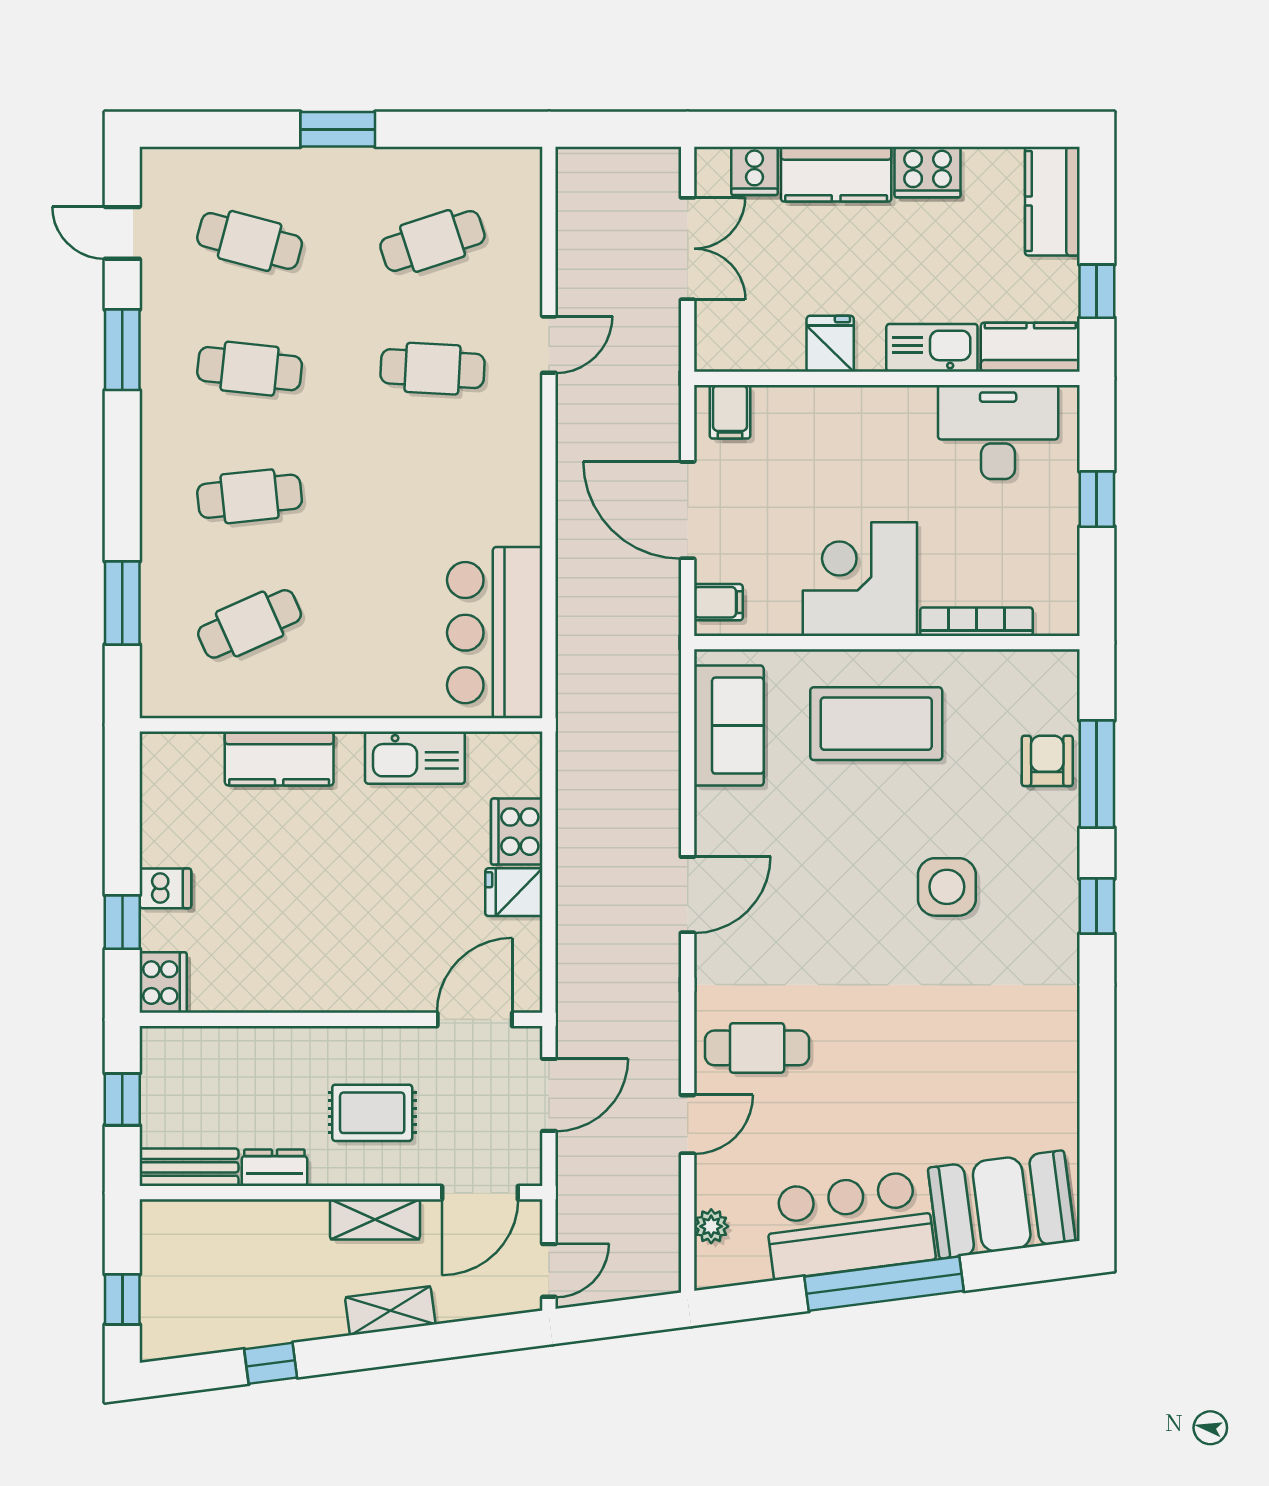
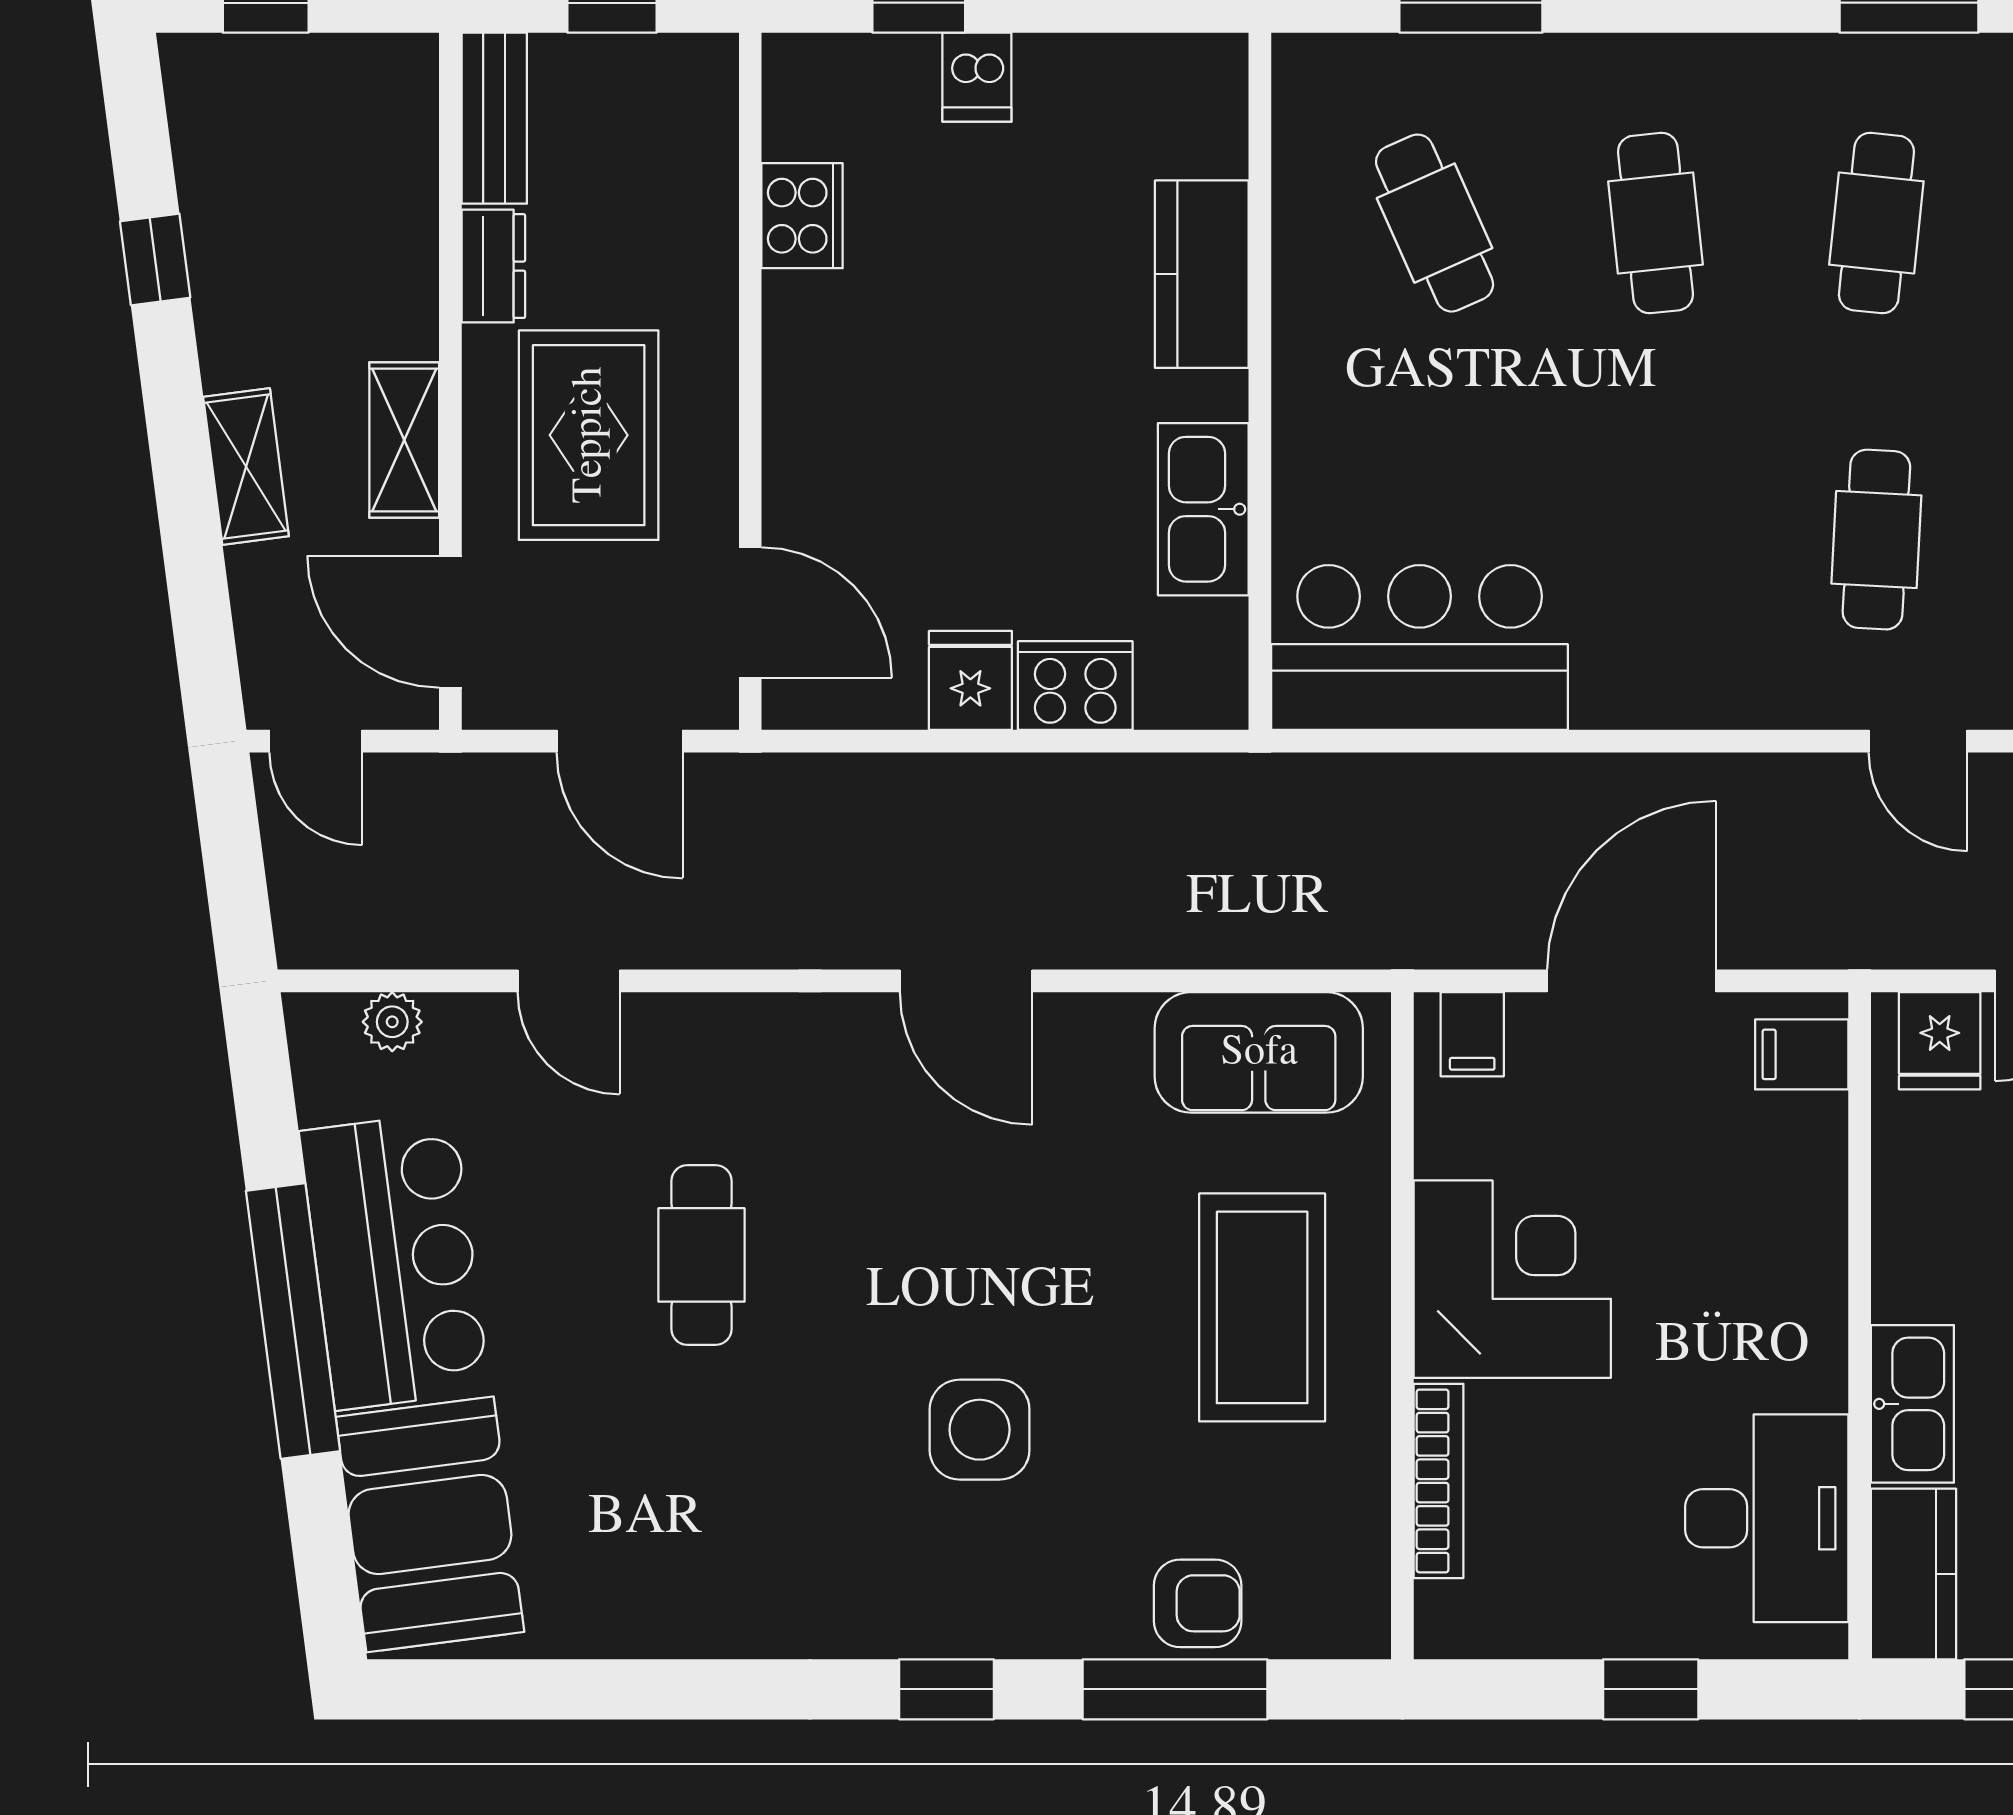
fridge: (830, 344) -> (1940, 1041), moved, turned 90
cooker: (163, 983) -> (802, 216), moved, turned -90
cafe table: (757, 1048) -> (701, 1255), moved
rug: (372, 1113) -> (589, 435), width x1.36, depth x1.43

